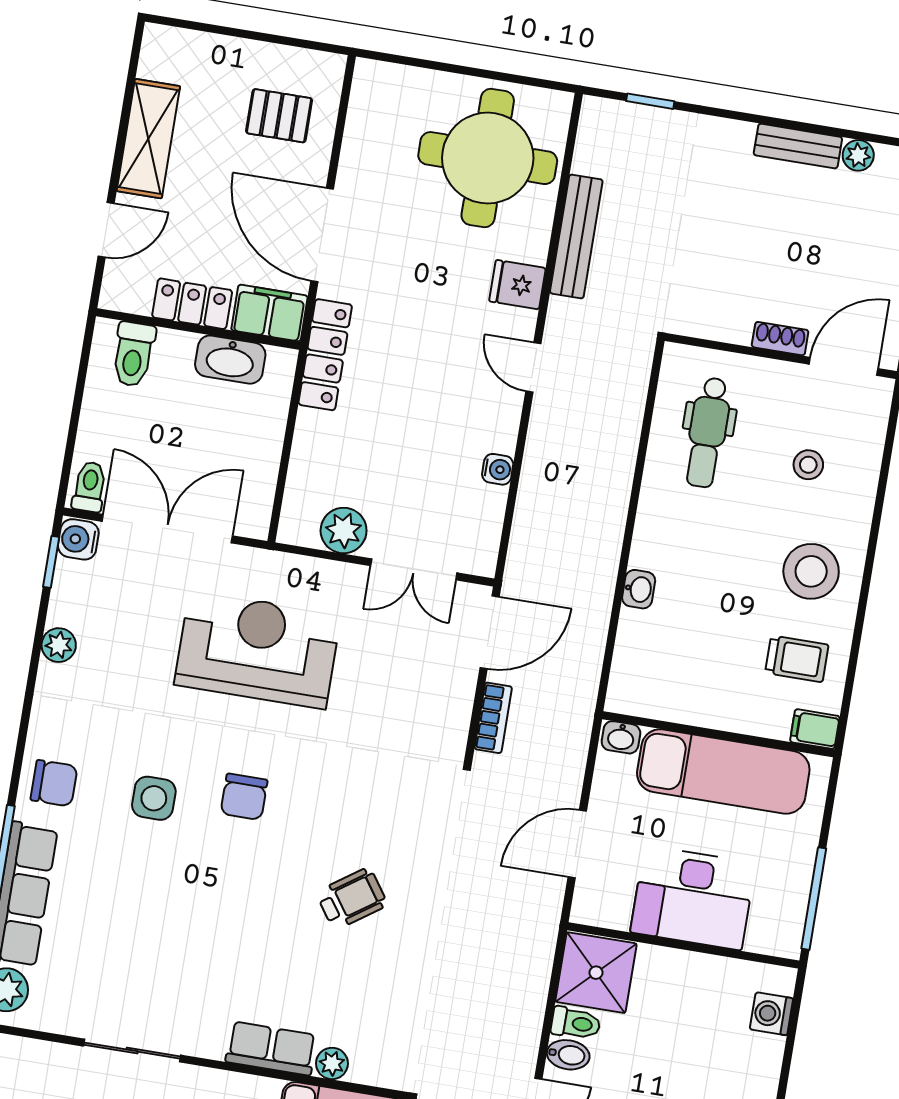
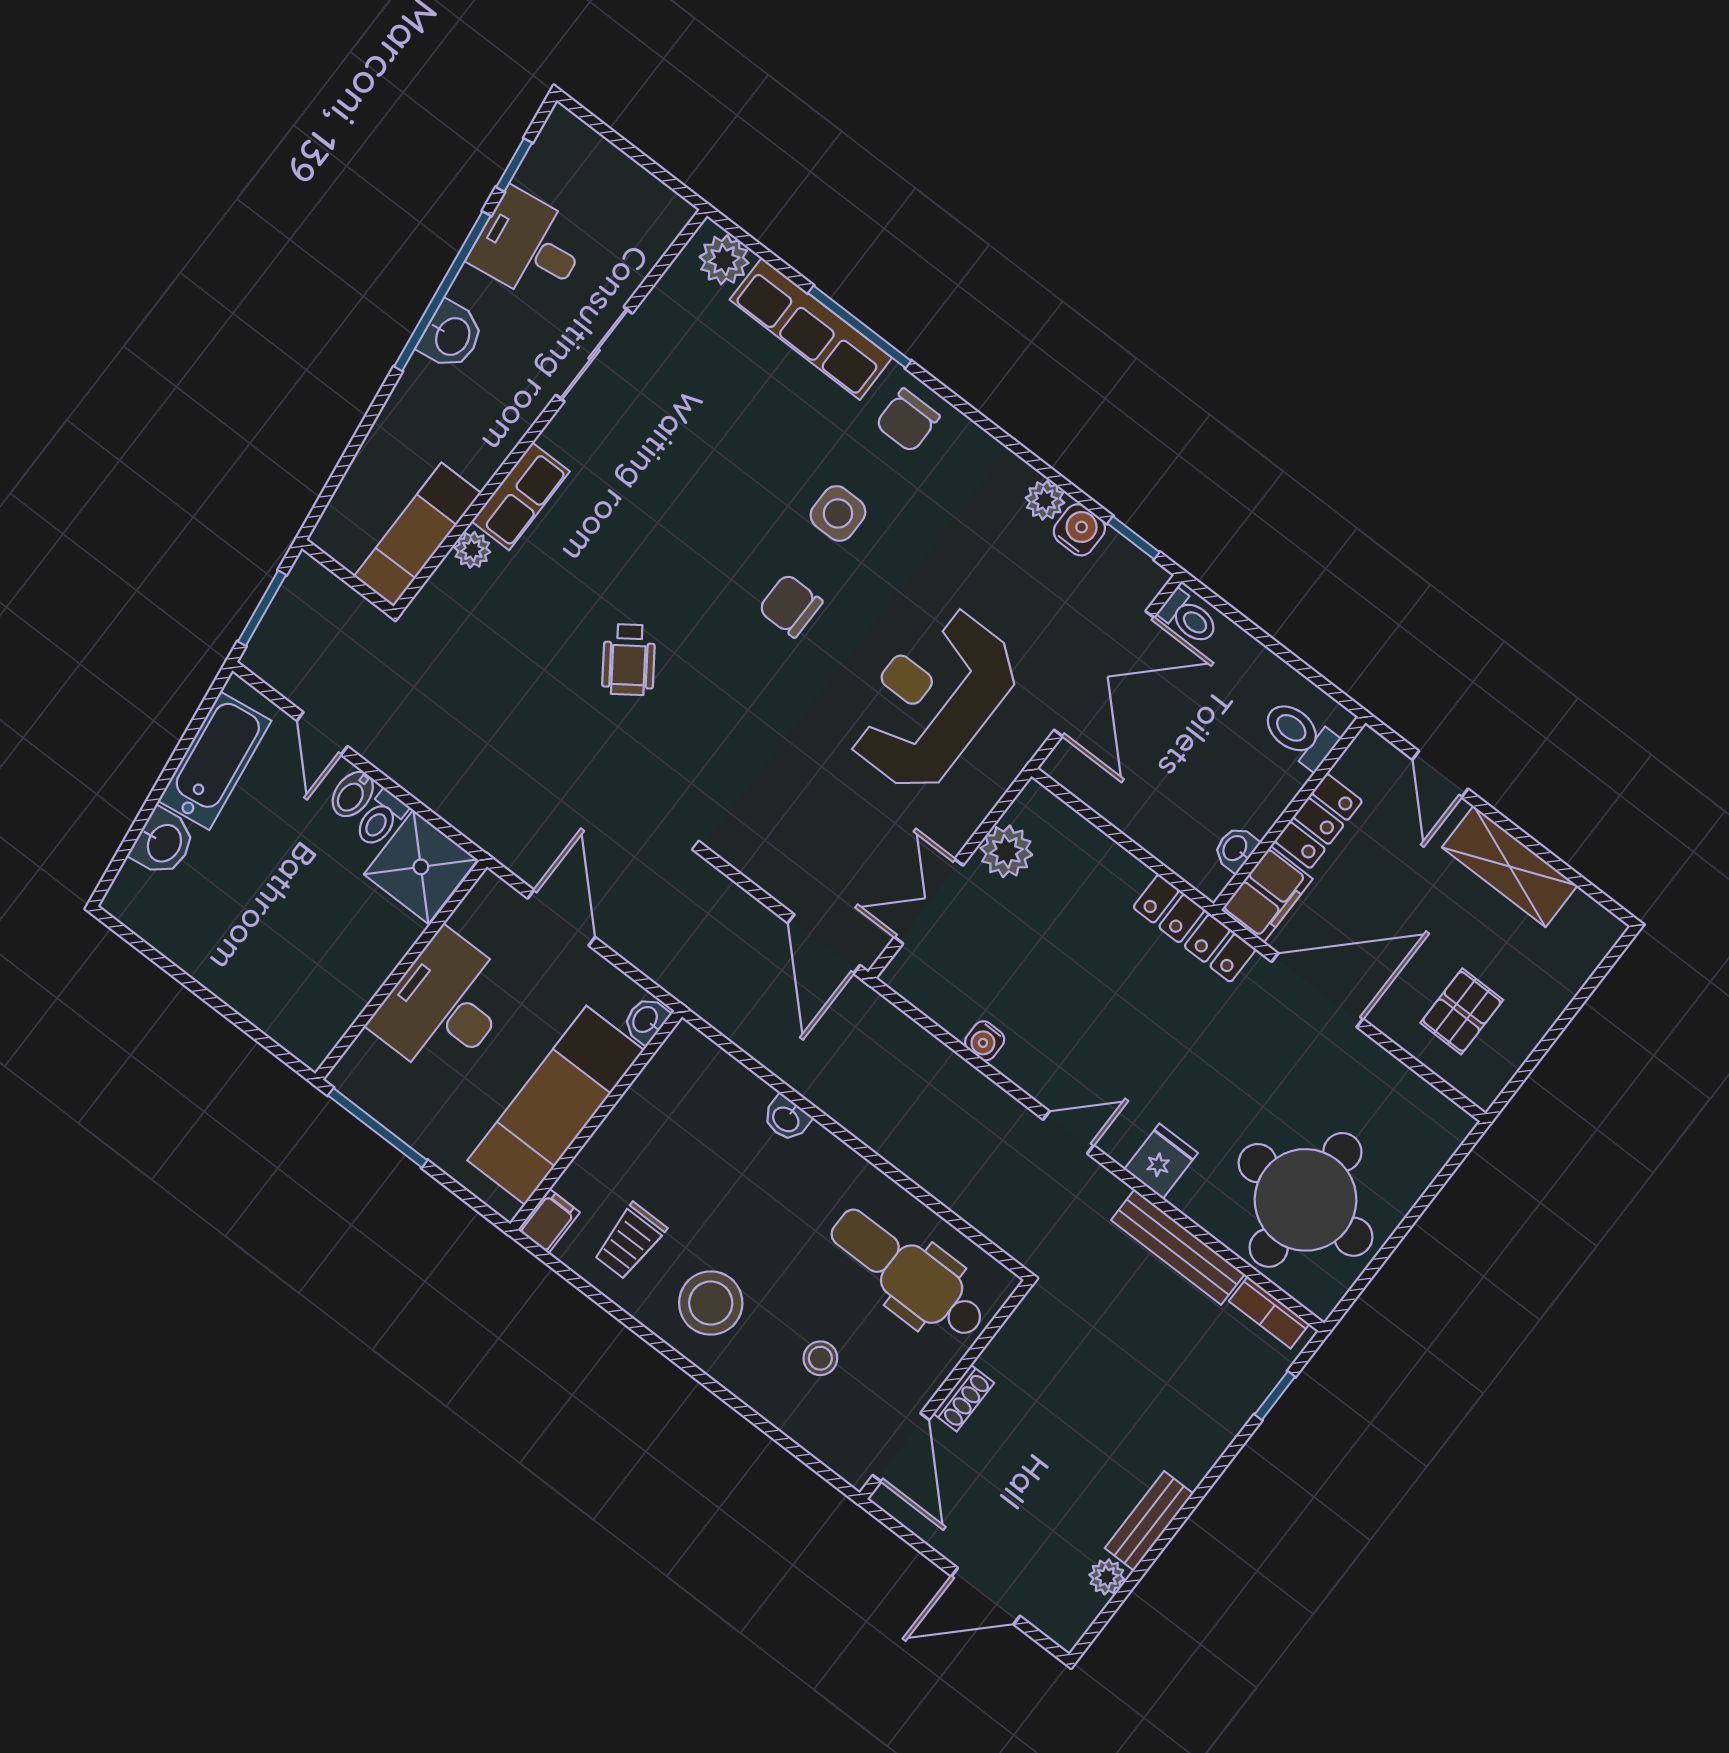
washbasin: (230, 360) -> (1236, 849), width x0.52, depth x0.69
dental chair: (707, 432) -> (908, 1274), width x1.36, depth x1.38
water cooler: (78, 539) -> (1079, 530), moved
reception desk: (258, 650) -> (932, 699), turned 180
bookcase: (493, 718) -> (1269, 1313), moved
washing machine: (771, 1014) -> (284, 1022), removed

